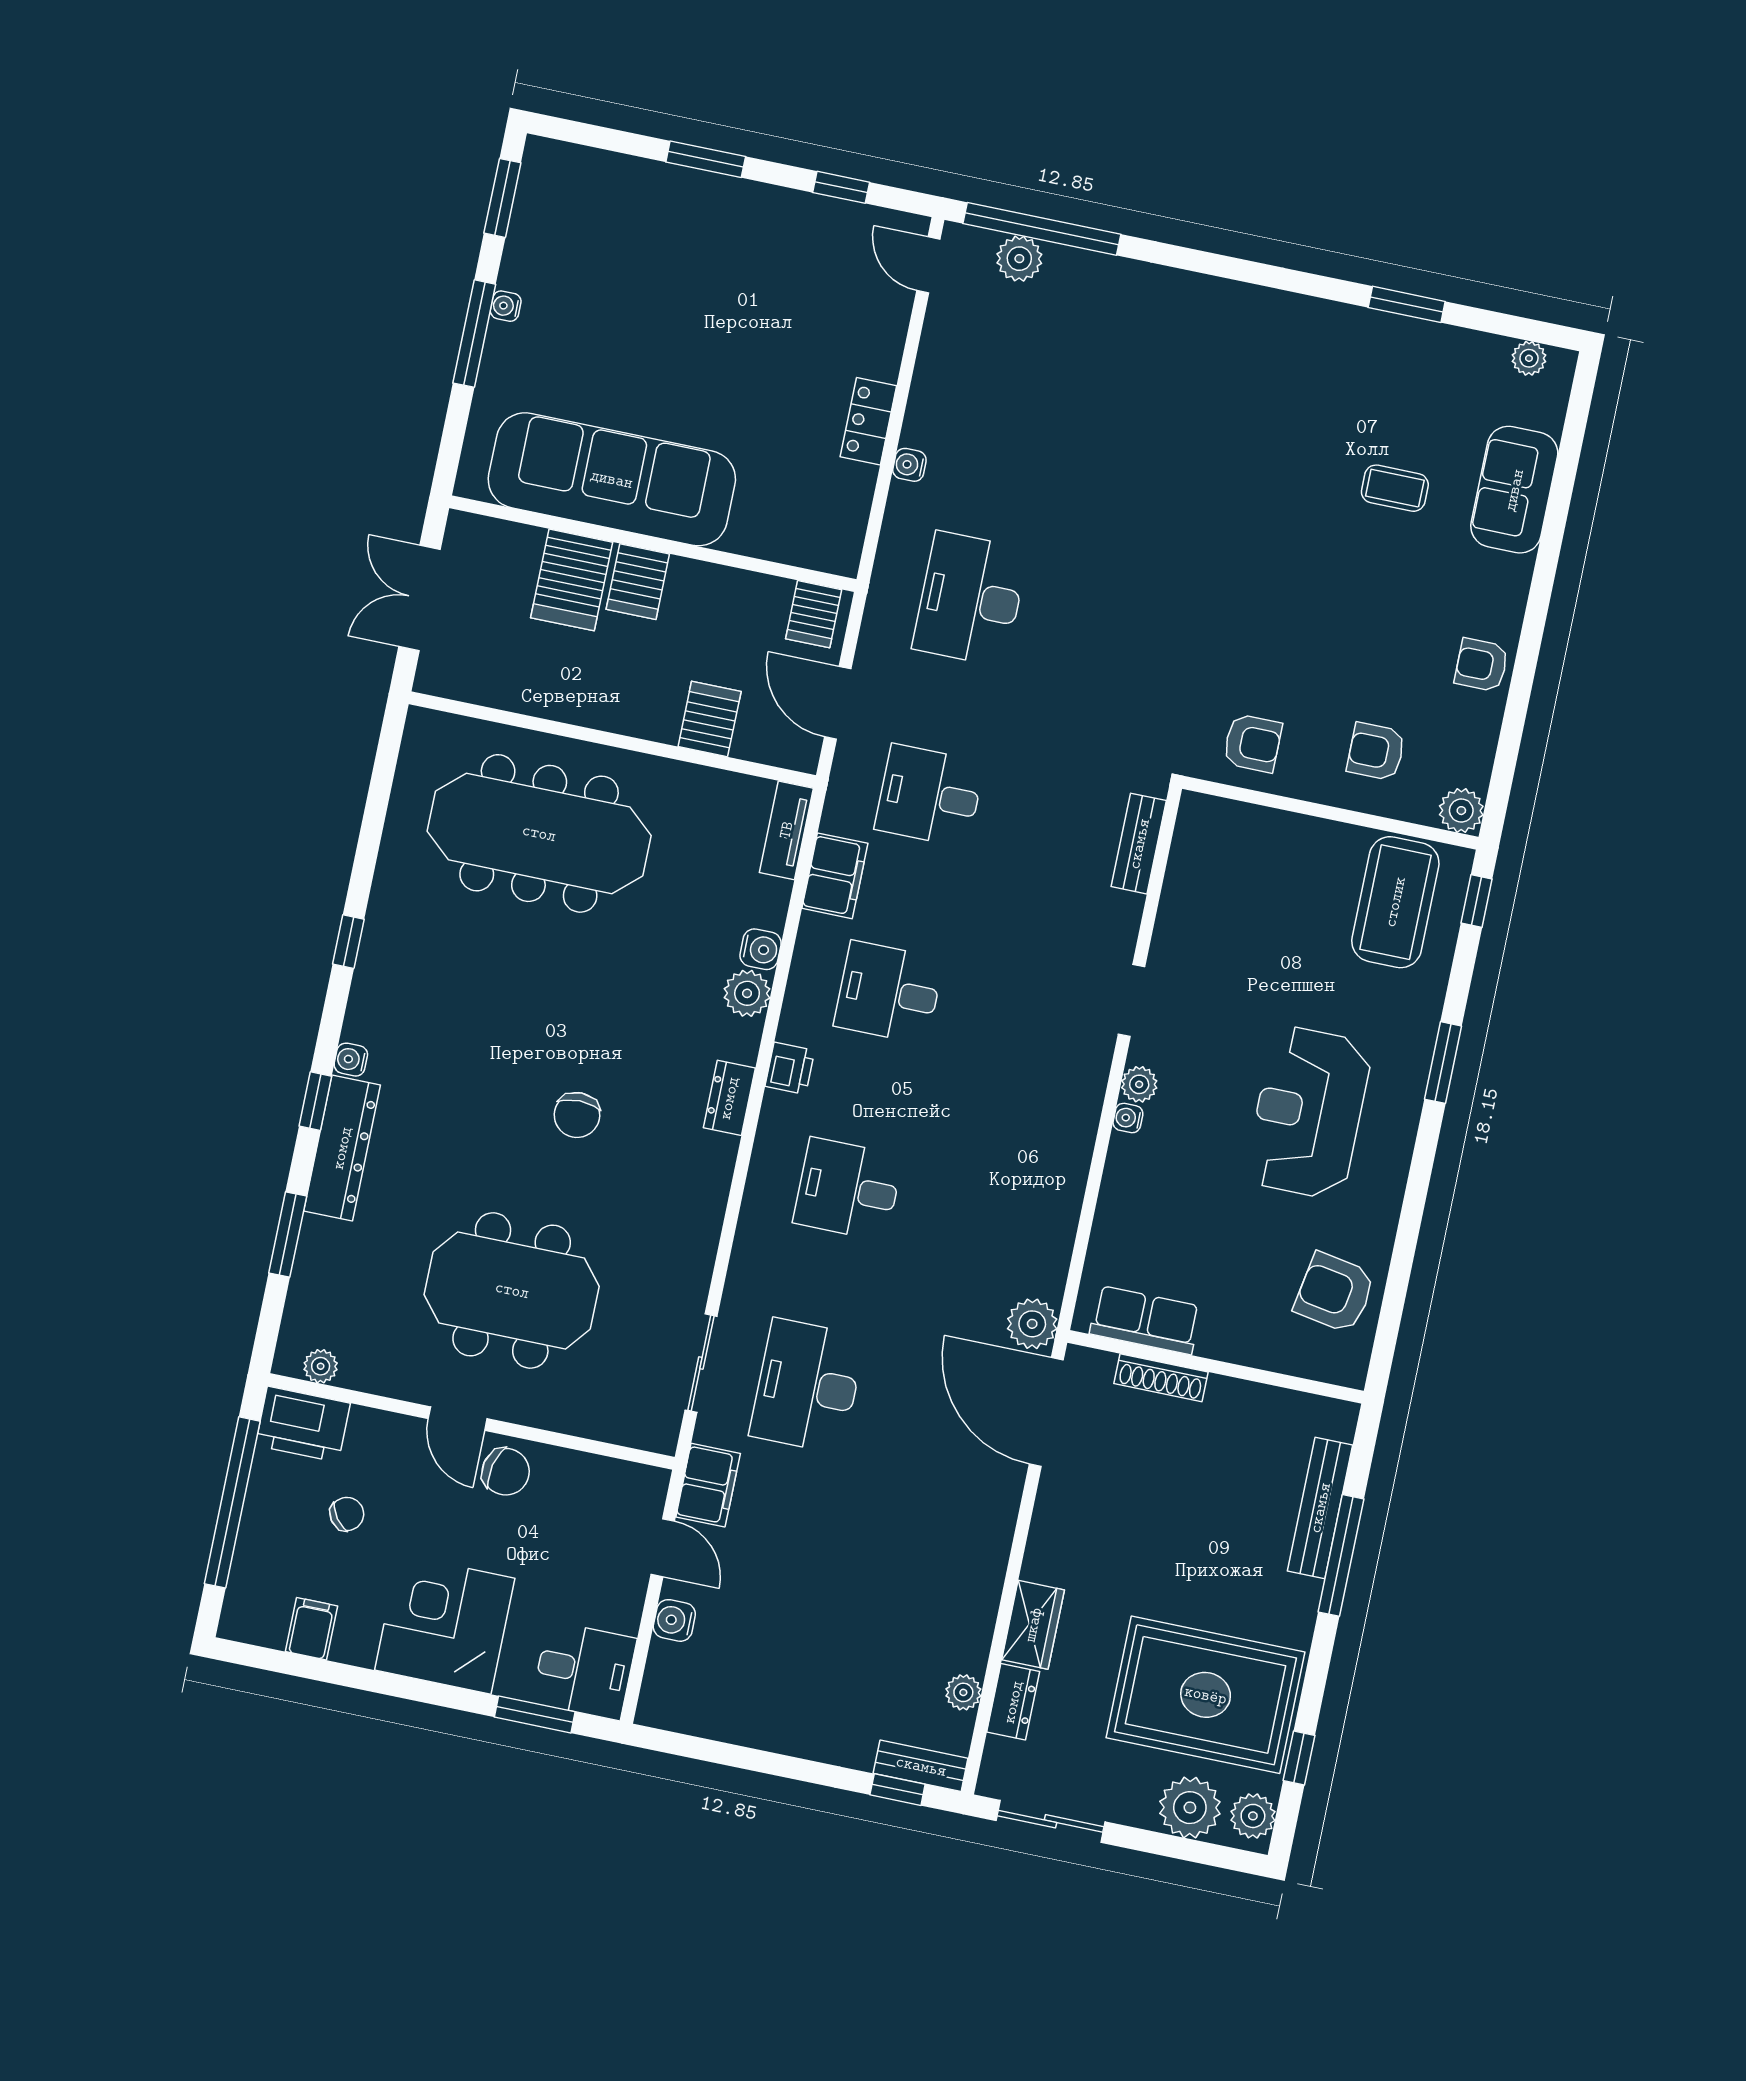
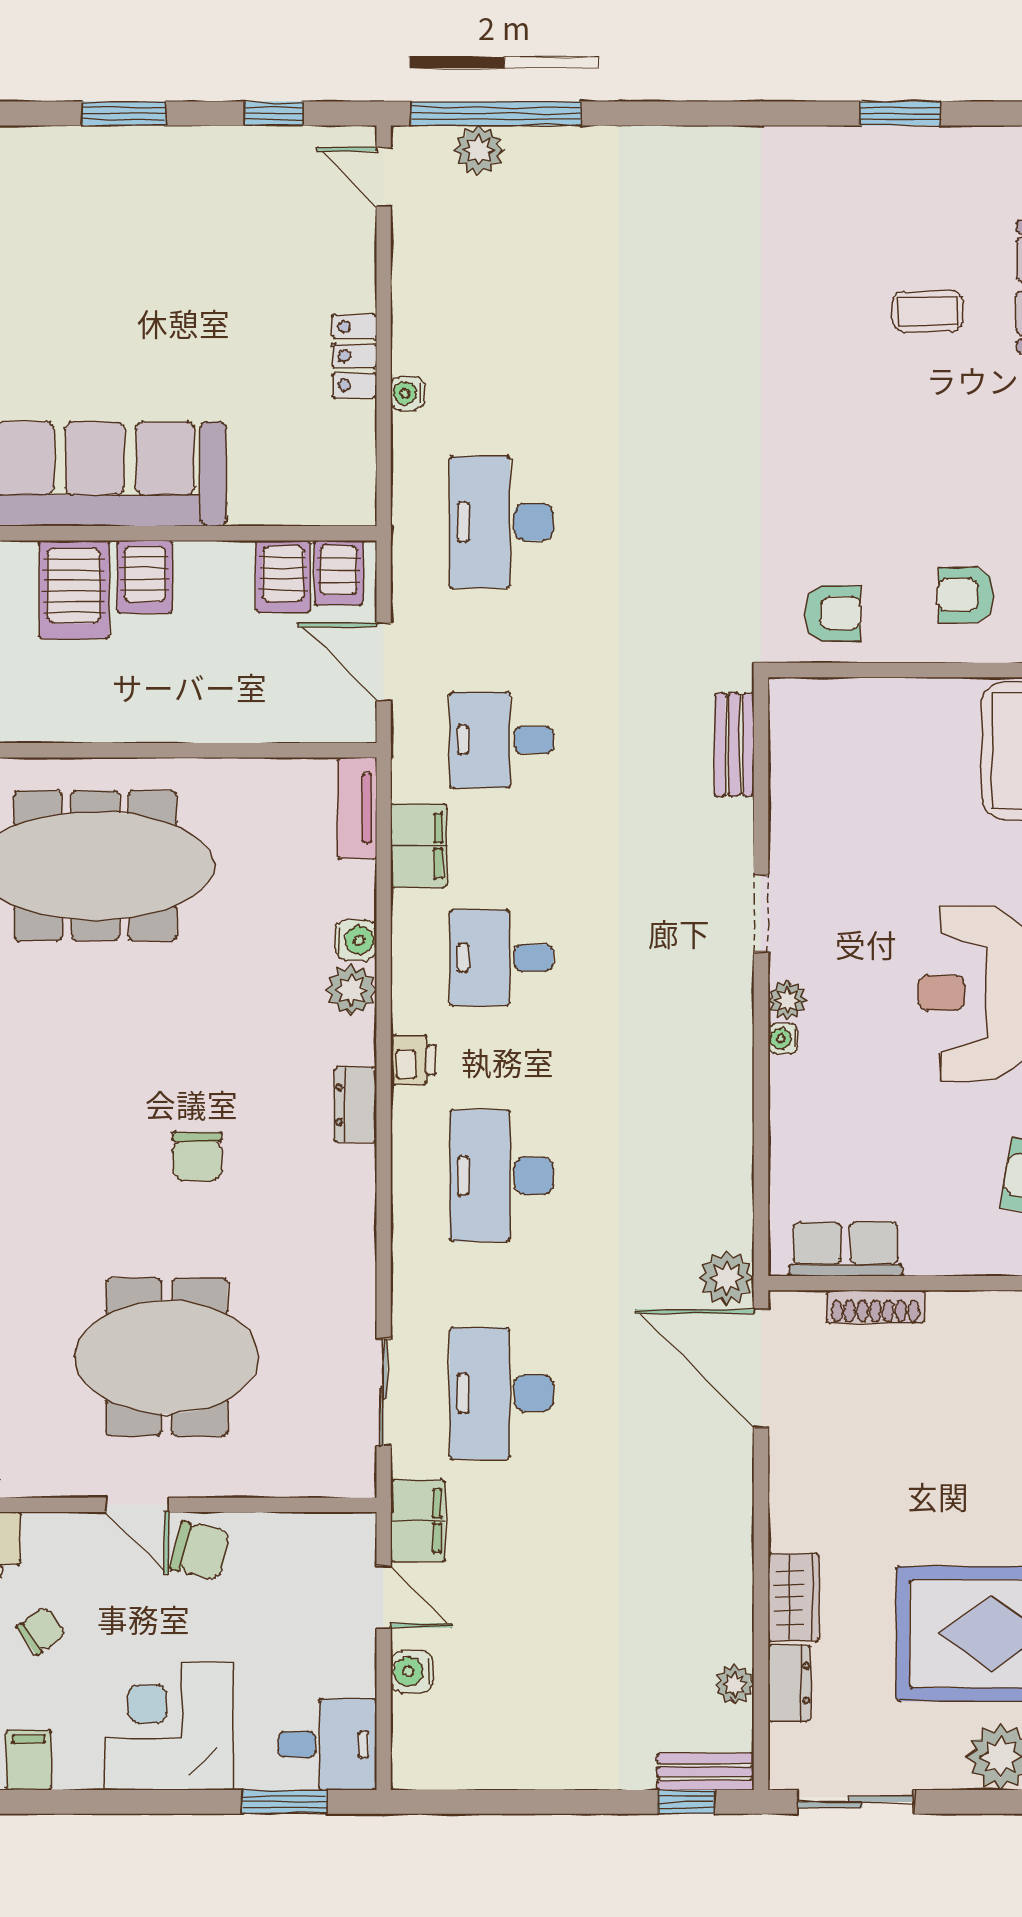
server rack: (710, 719) -> (283, 577), moved, turned 180
desk: (848, 1189) -> (502, 1176), width x1.37

